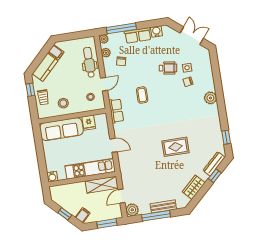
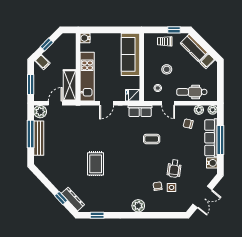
window: (121, 28) -> (220, 140), moved
row of seats: (138, 35) -> (211, 138), width x1.48
dental chair: (89, 62) -> (192, 92), turned 180
stool: (63, 103) -> (167, 69), moved
fridge: (89, 123) -> (133, 95), moved
wardrobe: (194, 187) -> (53, 176), removed
door: (122, 196) -> (55, 103), hinge flipped
bench: (163, 206) -> (39, 138), width x1.36

